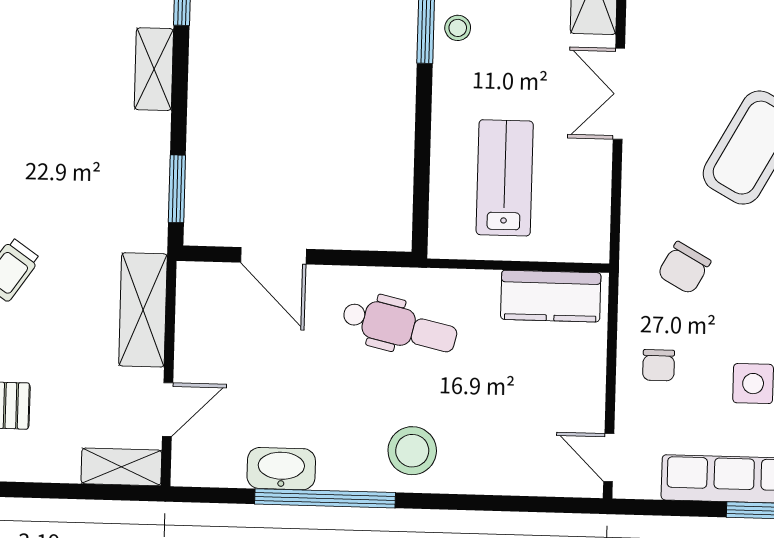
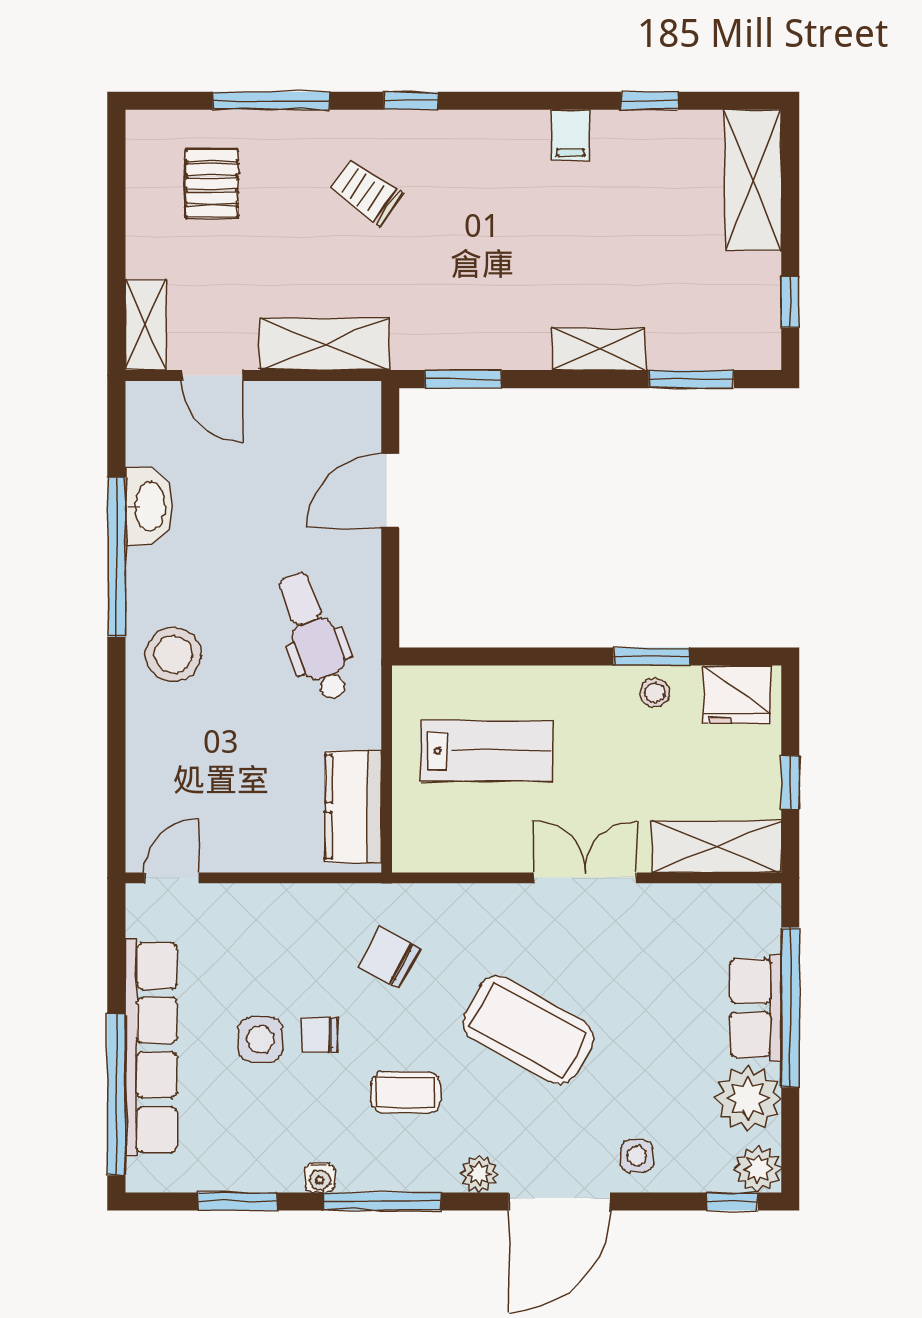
dental chair: (400, 326) -> (314, 636), turned 147
chair: (659, 365) -> (320, 1035), moved

